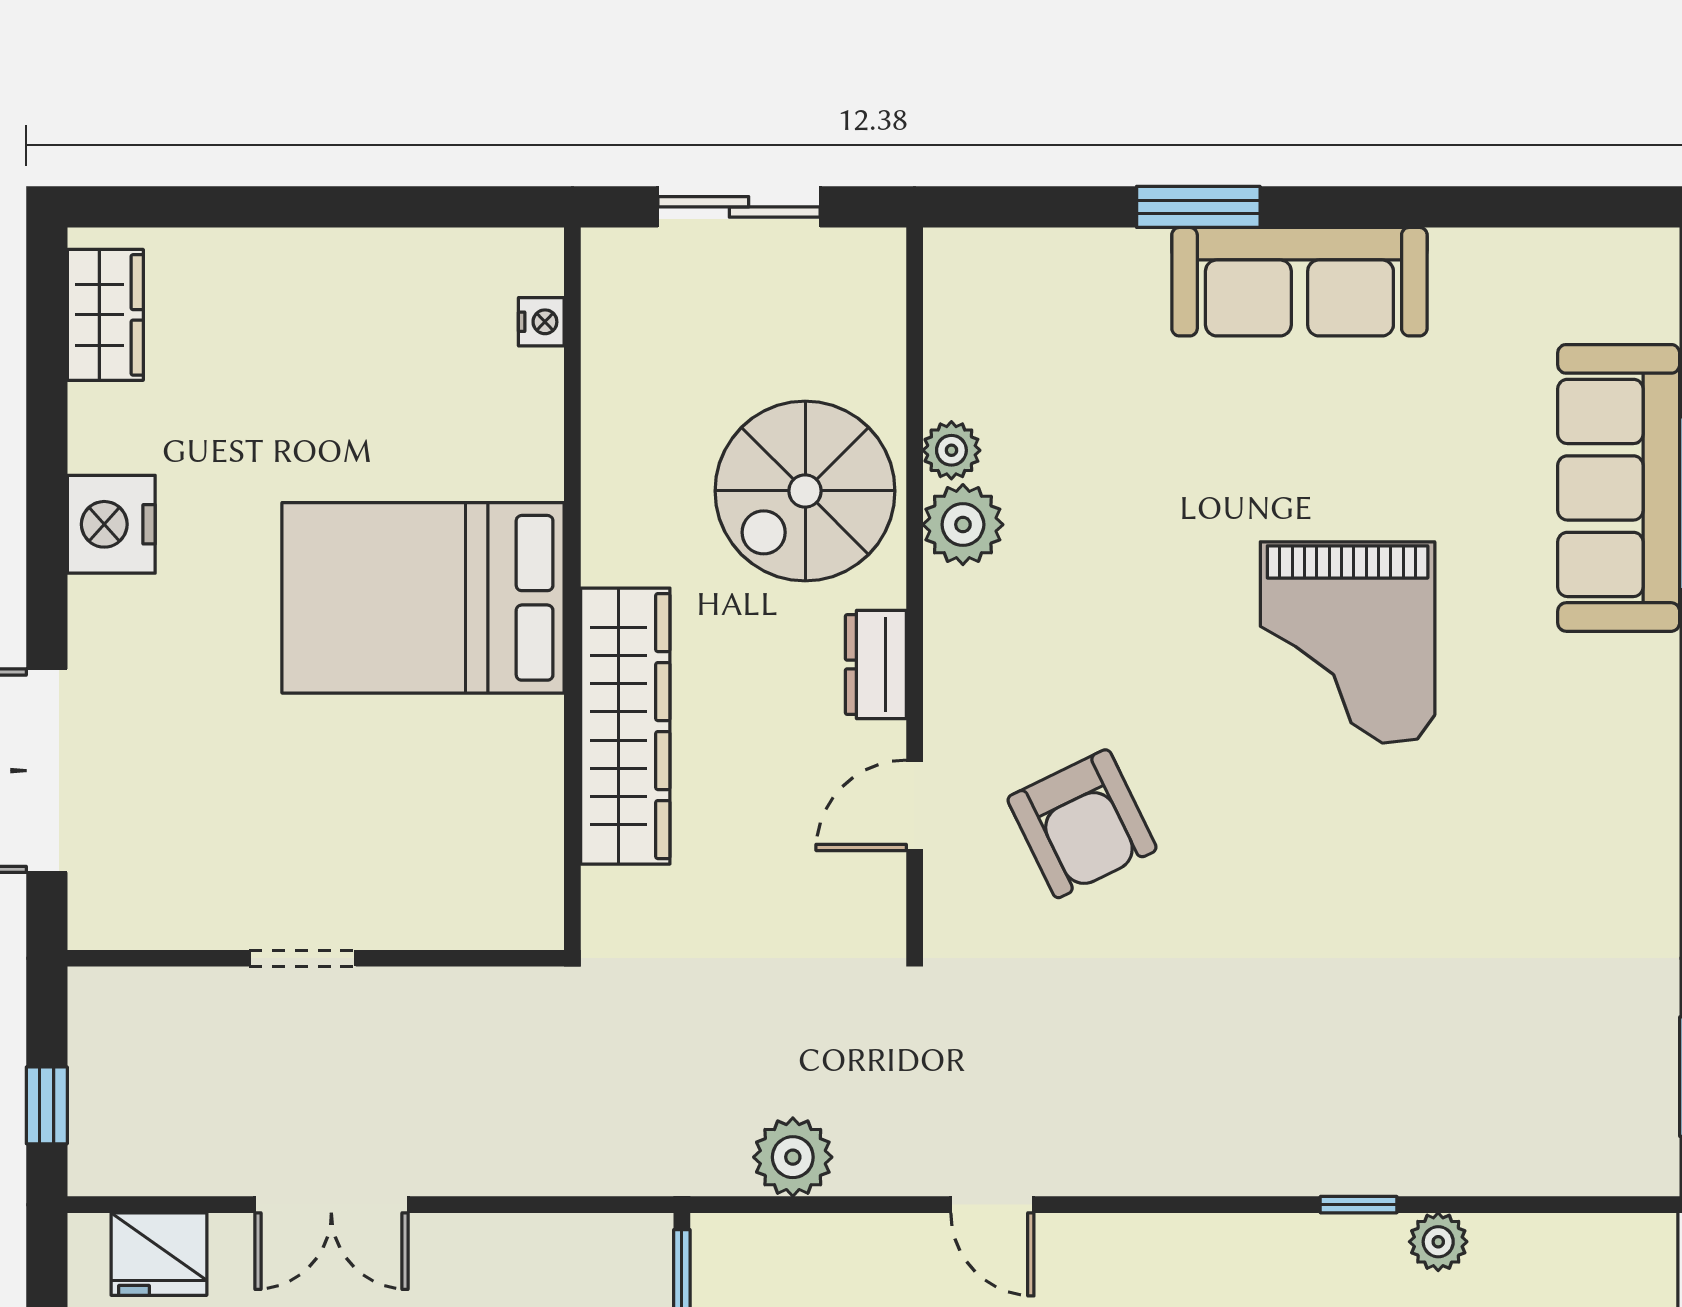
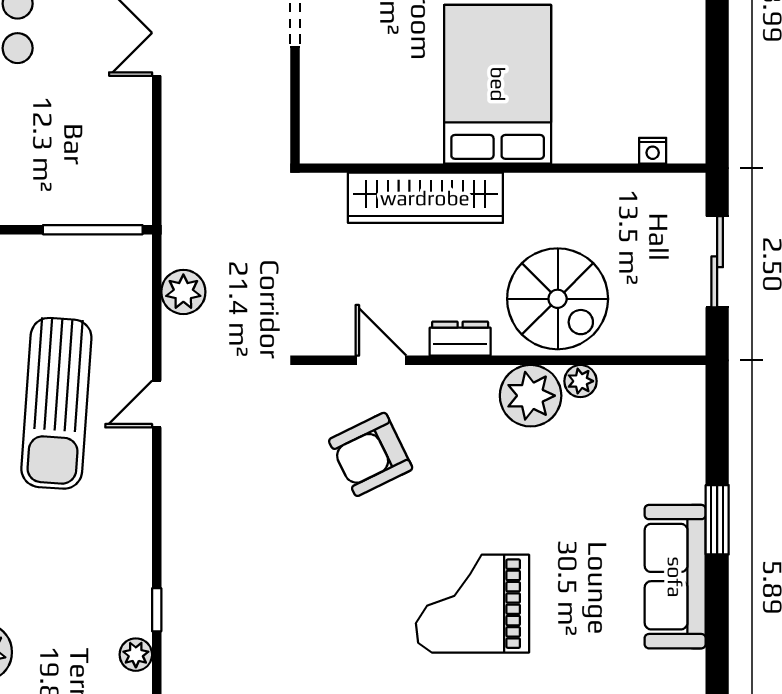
spiral stairs: (805, 491) -> (558, 299), turned 180
plant: (963, 525) -> (531, 396), width x1.36, depth x1.36

